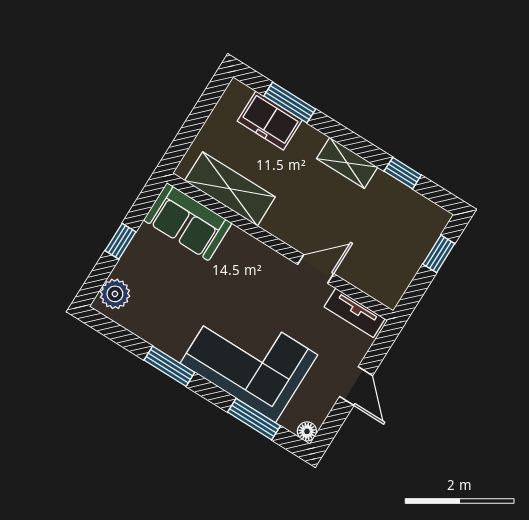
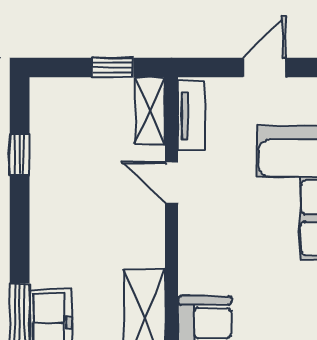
shelving: (347, 163) -> (150, 111), moved
window: (439, 254) -> (113, 68), moved

